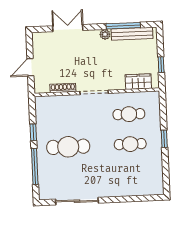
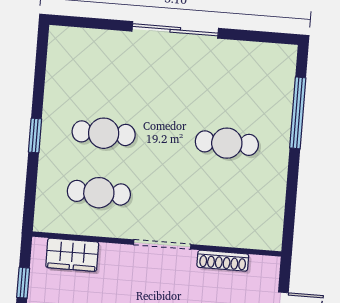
window: (33, 132) -> (292, 180), removed
cafe table: (68, 147) -> (227, 143), width x0.73, depth x0.74
sliding door: (77, 201) -> (175, 30), moved

